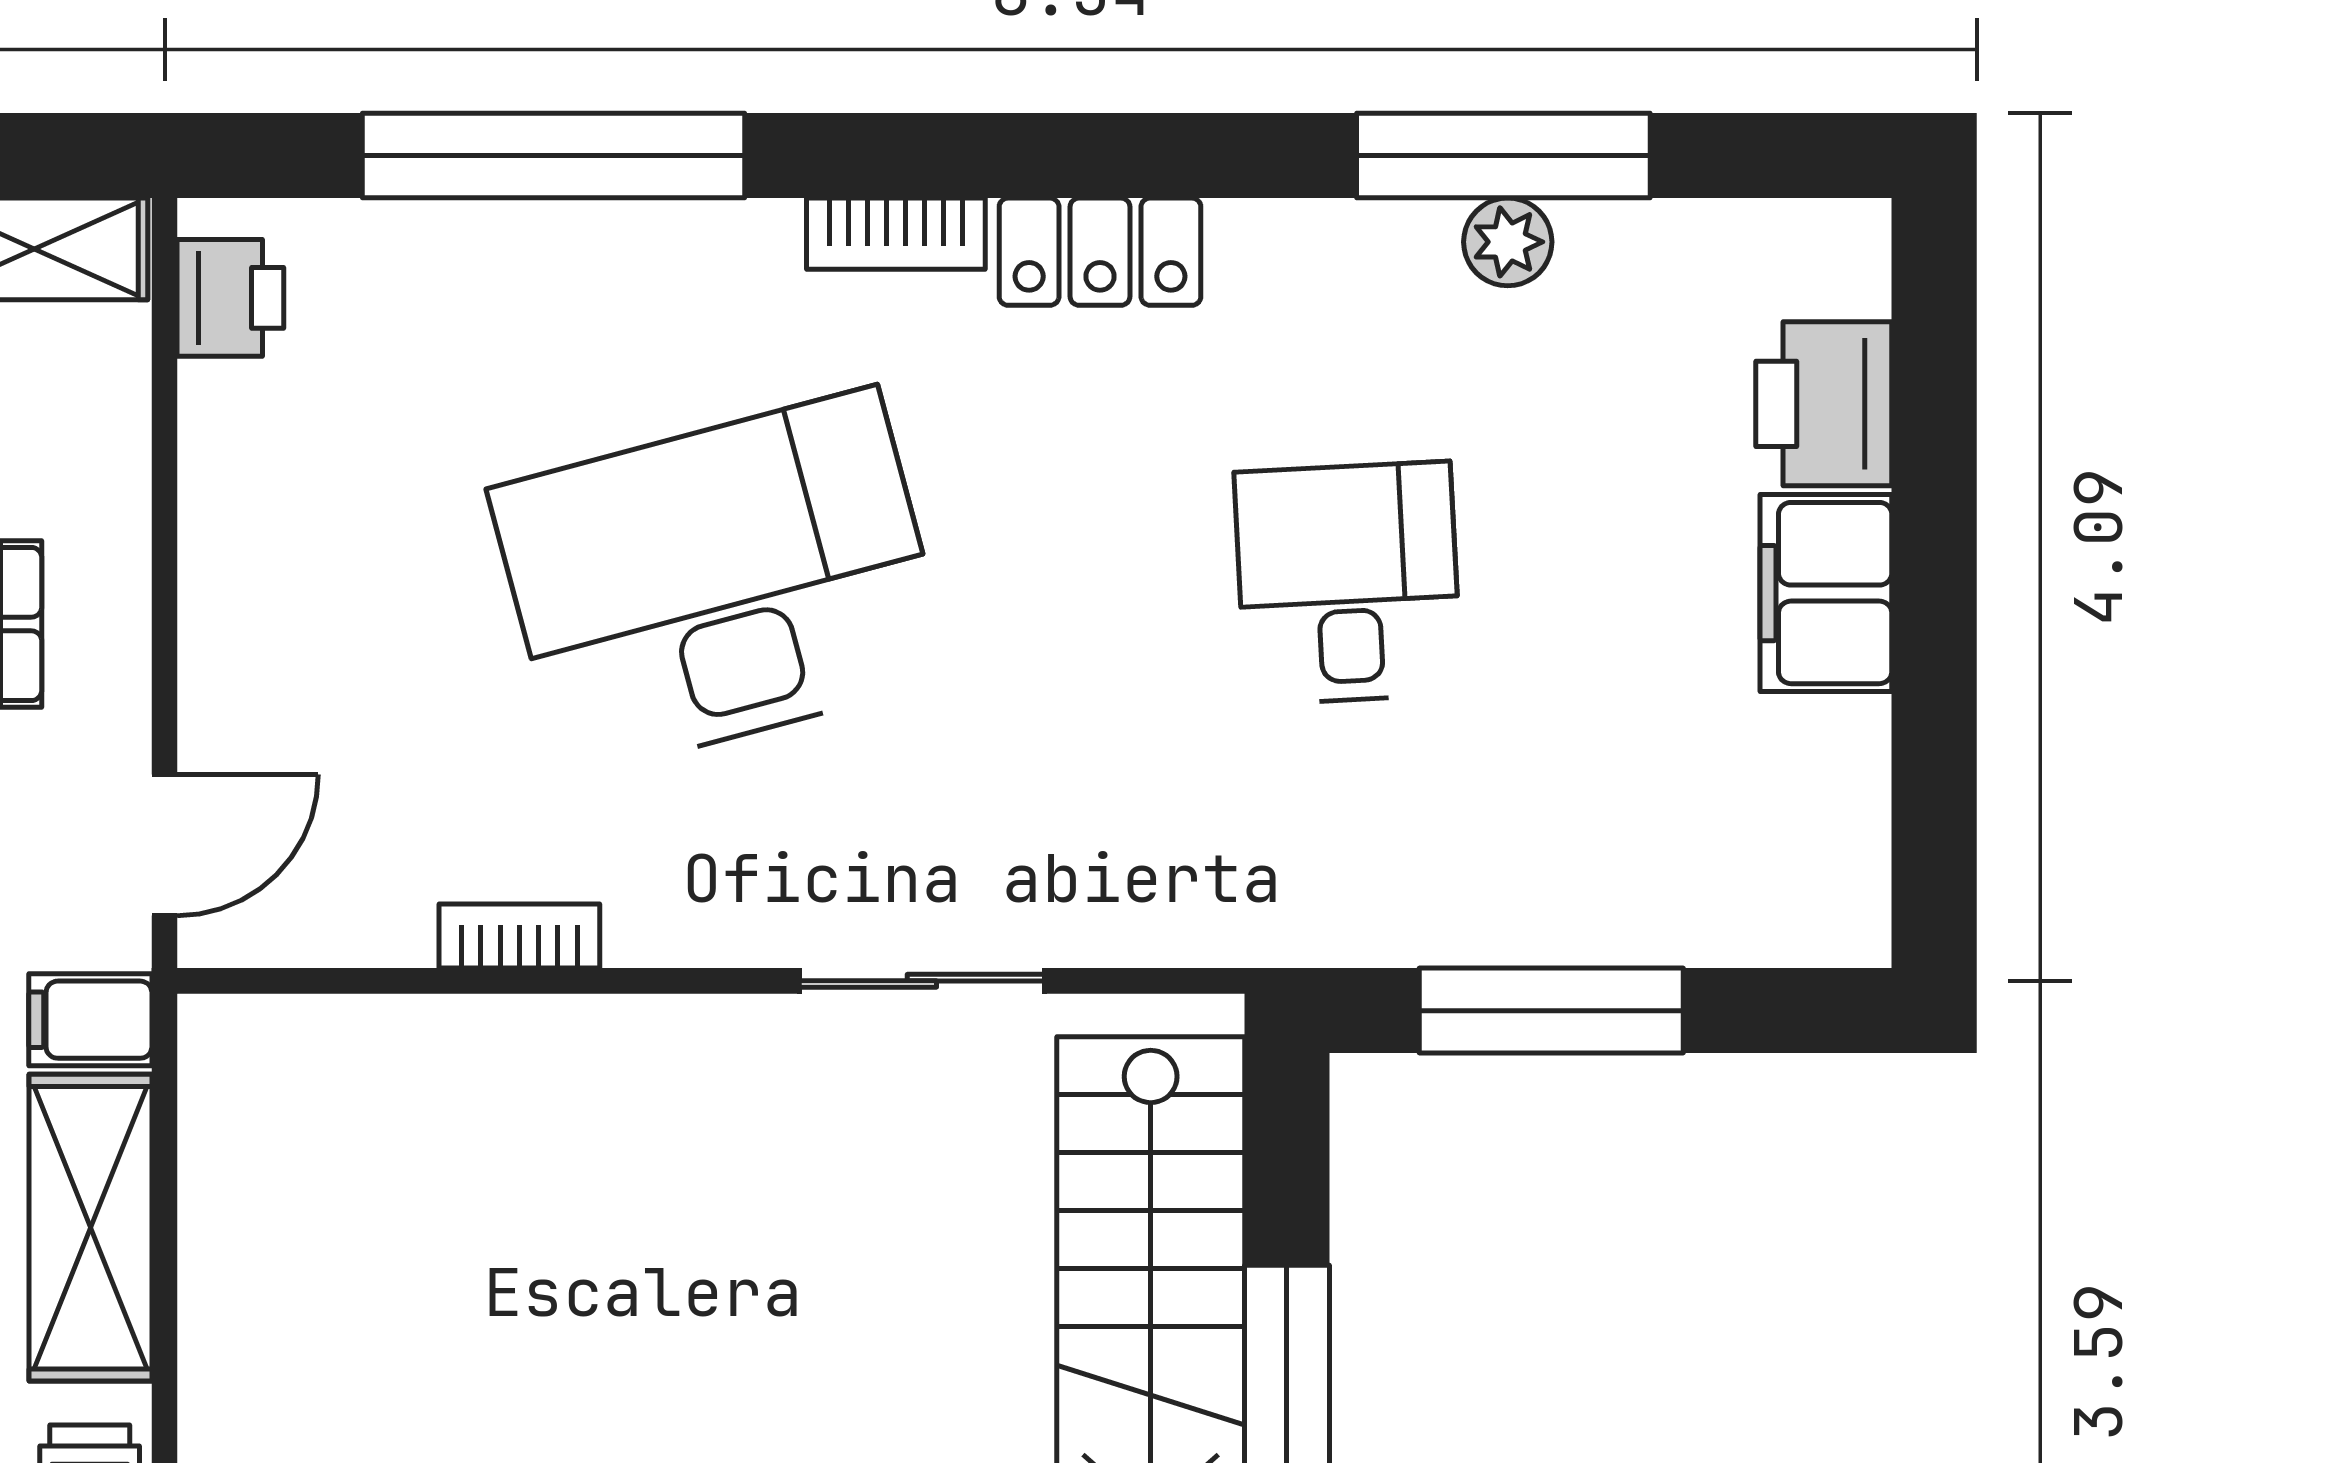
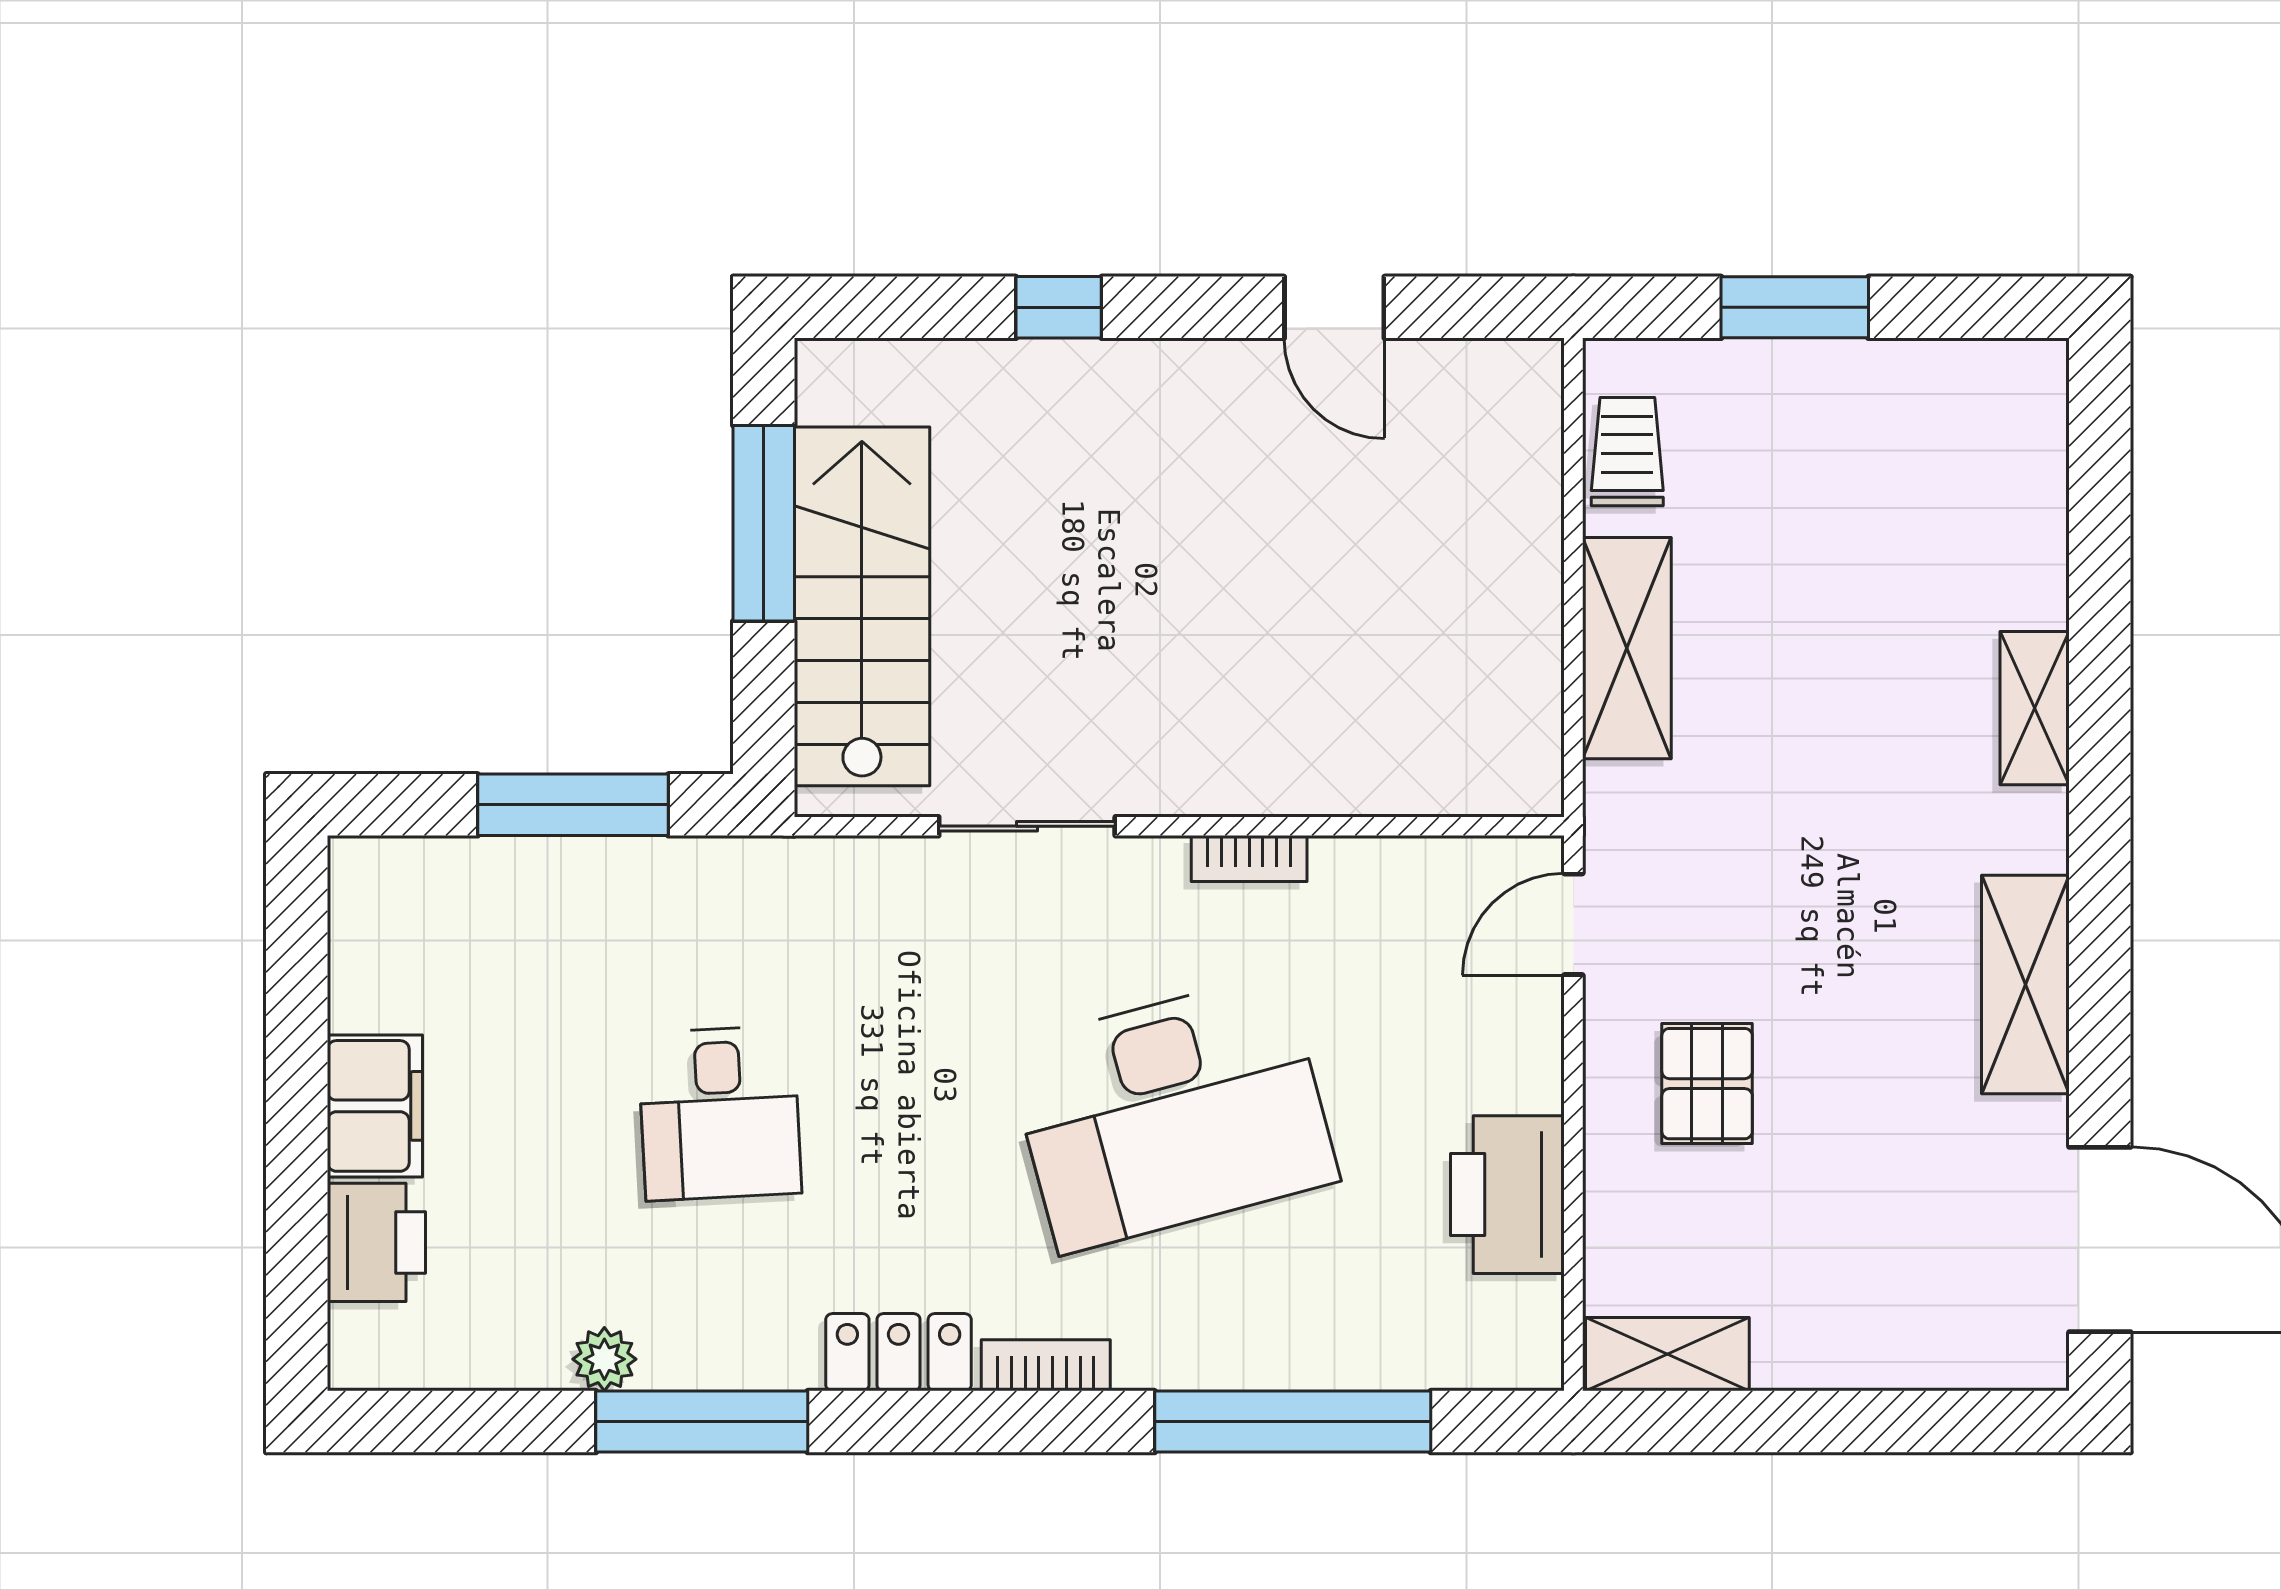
window: (1503, 155) -> (702, 1422), moved
printer: (230, 298) -> (1507, 1195), moved, width x1.87, depth x1.48
bookcase: (519, 936) -> (1249, 859), moved
filing cabinet: (90, 1020) -> (1627, 798), removed

